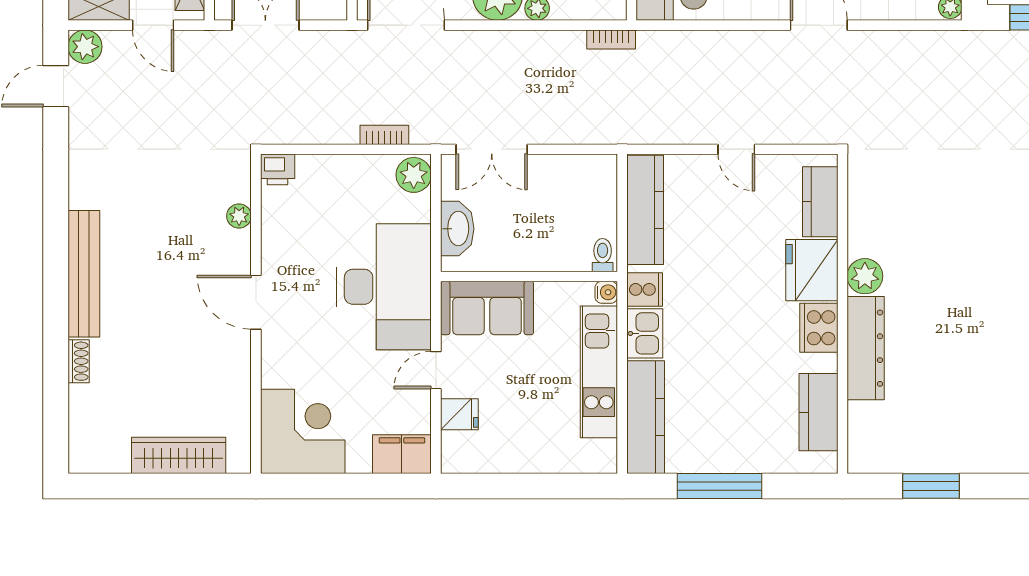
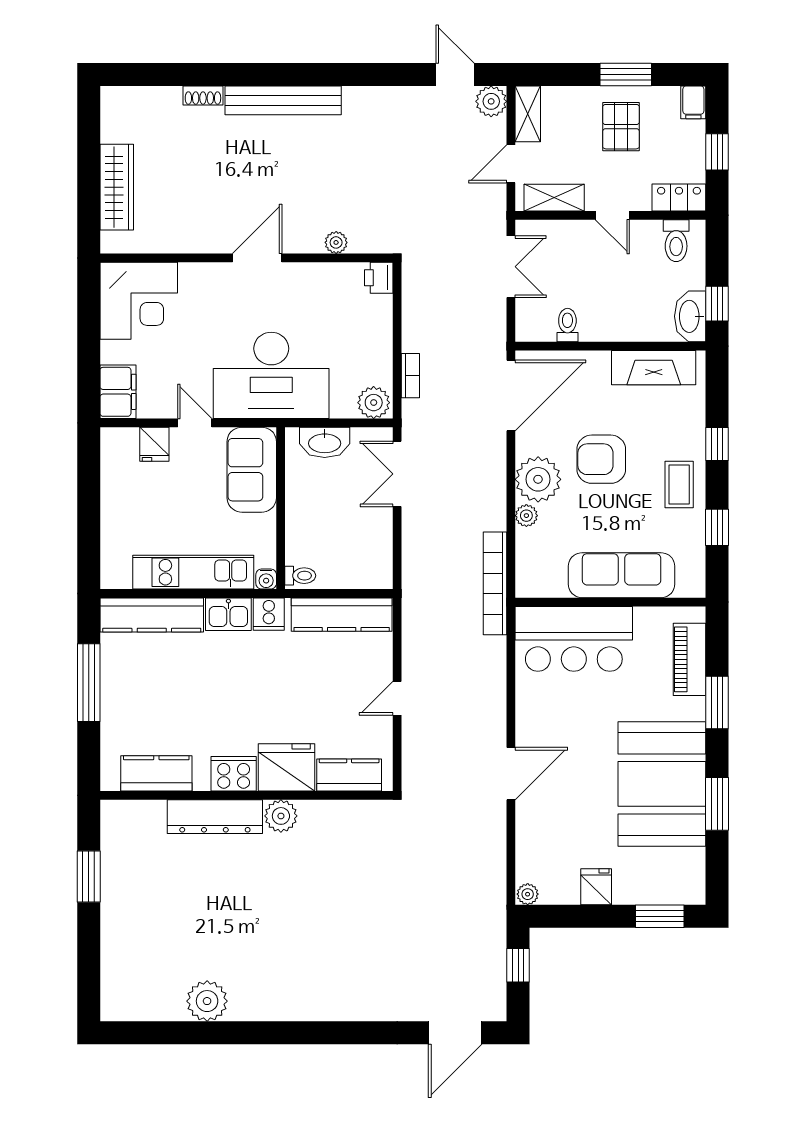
bookcase: (611, 39) -> (495, 583), width x2.31, depth x1.31

